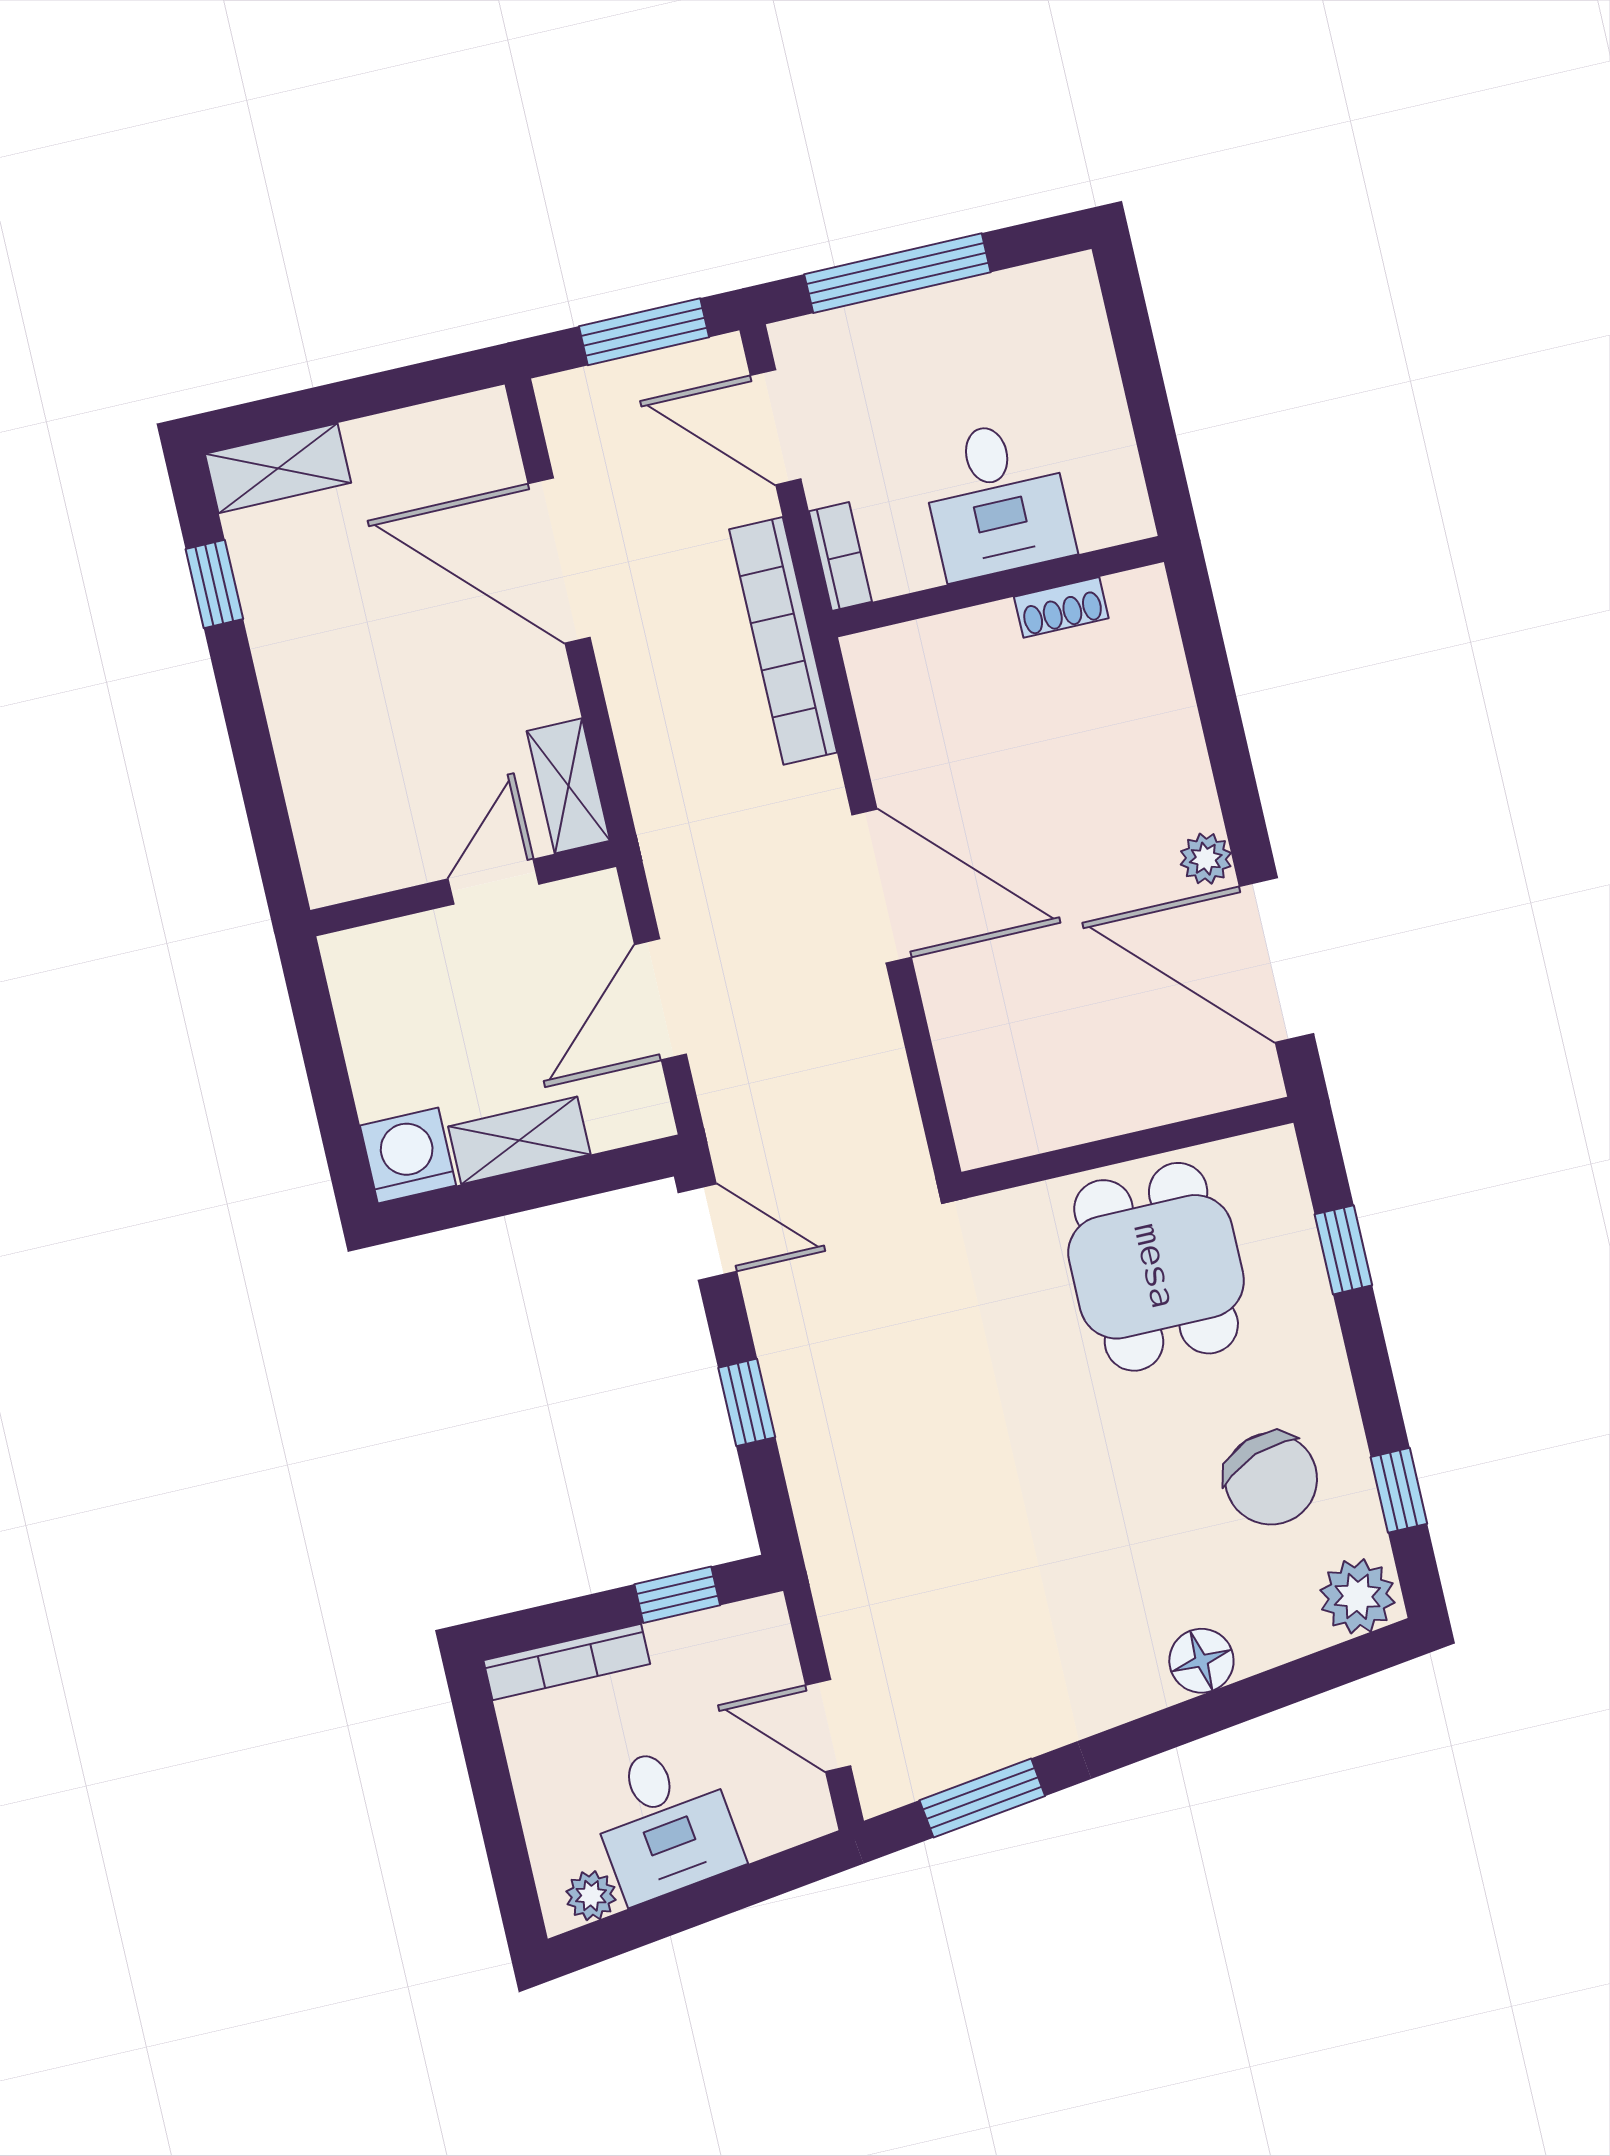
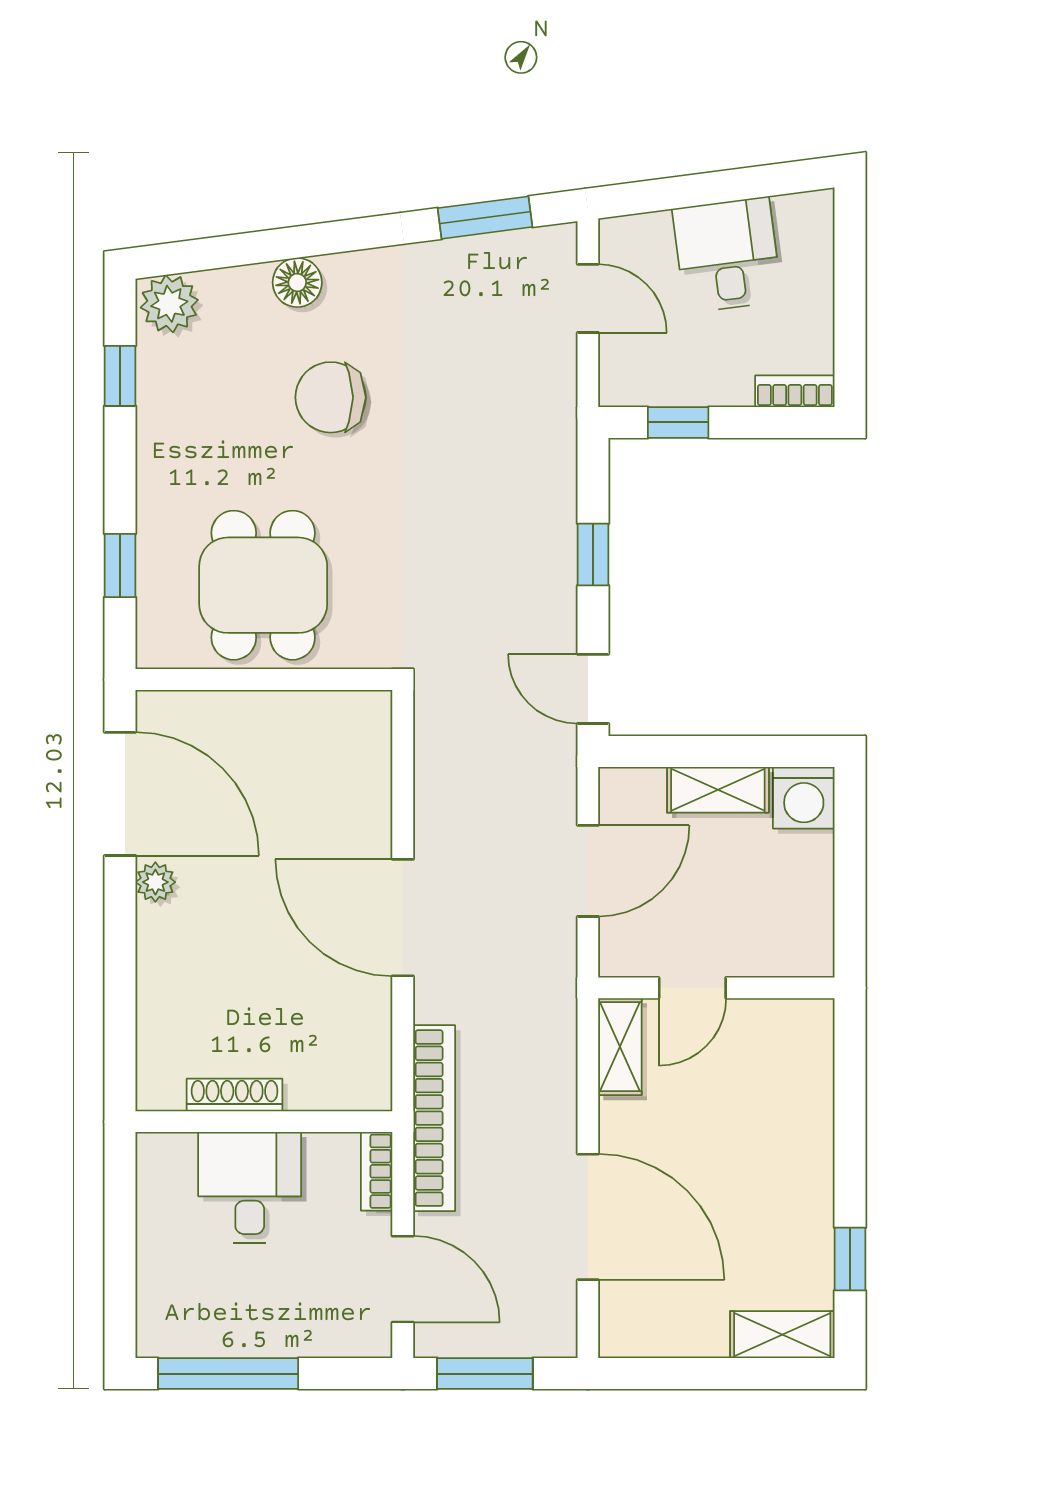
window: (897, 273) -> (228, 1374), moved
shoe rack: (1061, 607) -> (235, 1095), width x1.43
chair: (1271, 1479) -> (331, 397), moved, turned -70
bookcase: (567, 1662) -> (795, 391), width x0.64
plant: (591, 1896) -> (795, 212), removed

